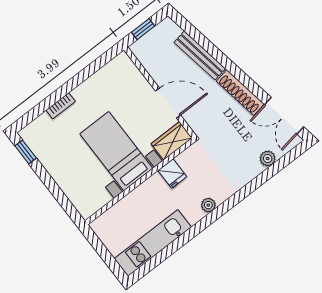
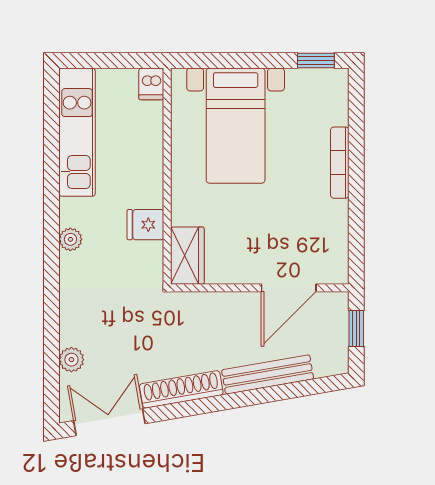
door: (168, 103) -> (289, 288), moved
bookcase: (61, 106) -> (340, 163), width x1.56
bed with nightstands: (116, 151) -> (236, 126), moved, turned 90
dishwasher: (100, 225) -> (151, 84), added

